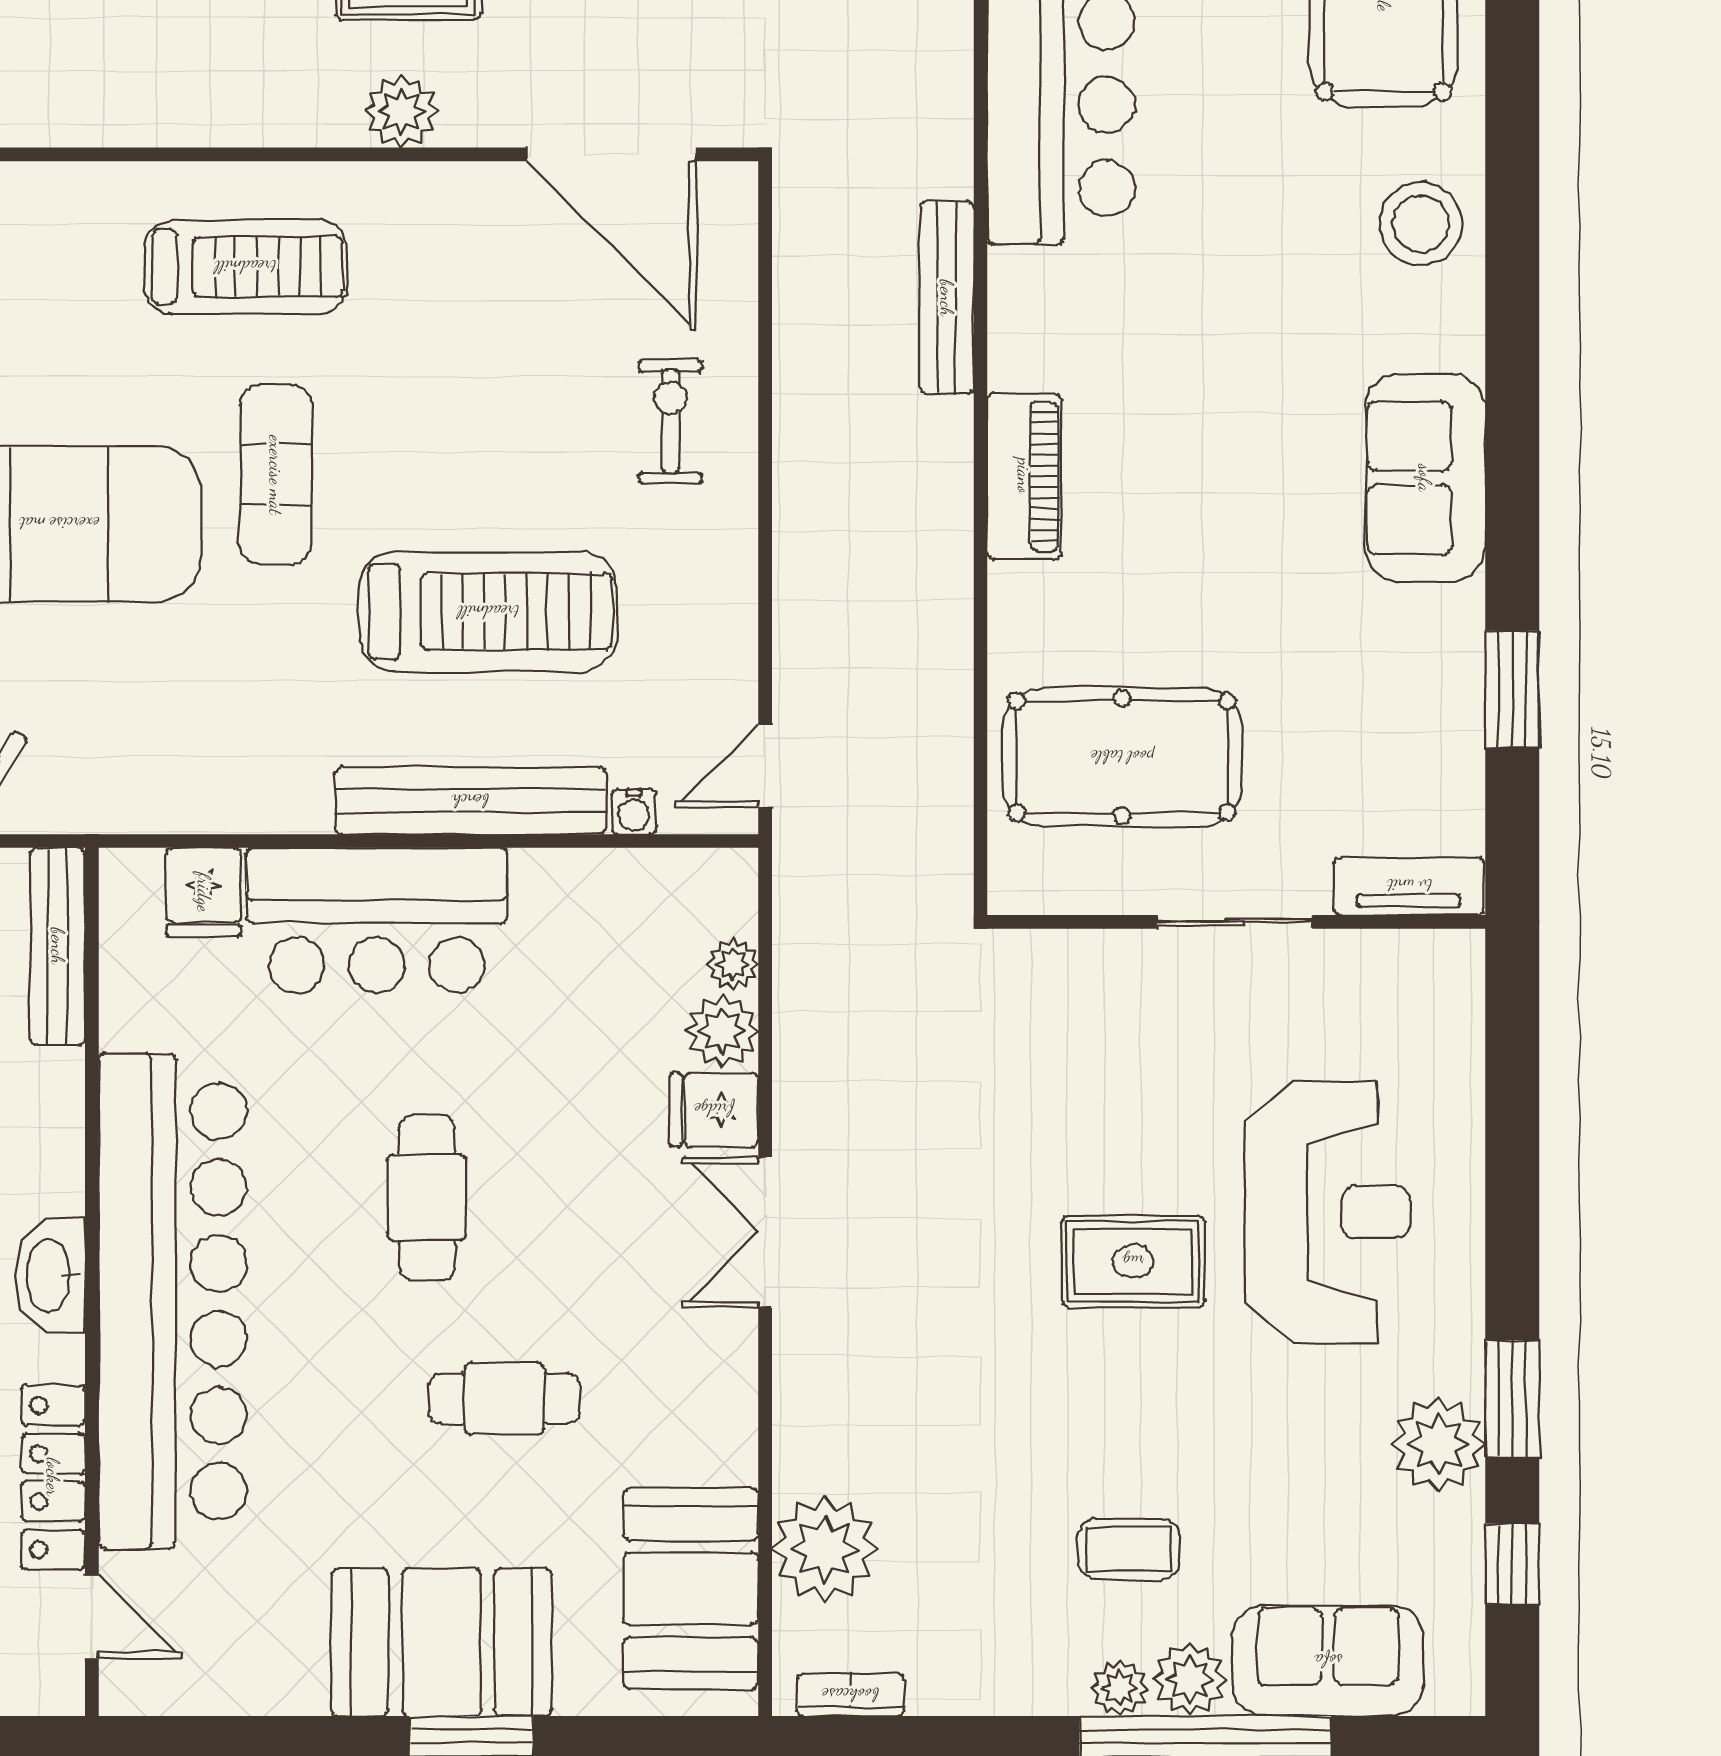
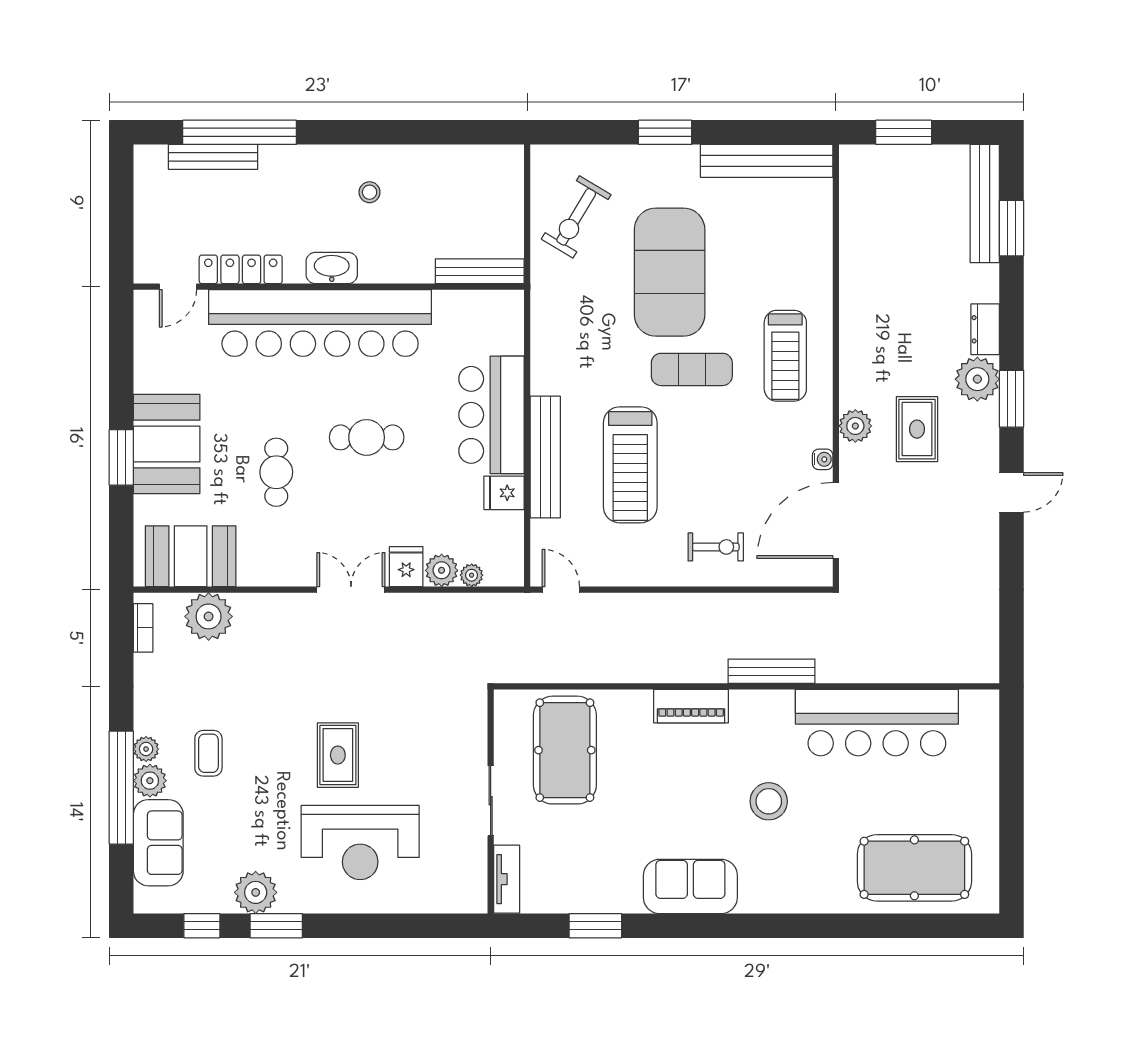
stool: (1421, 224) -> (769, 801), moved
water cooler: (634, 812) -> (823, 459), moved, turned 180
fridge: (204, 892) -> (504, 493), moved

